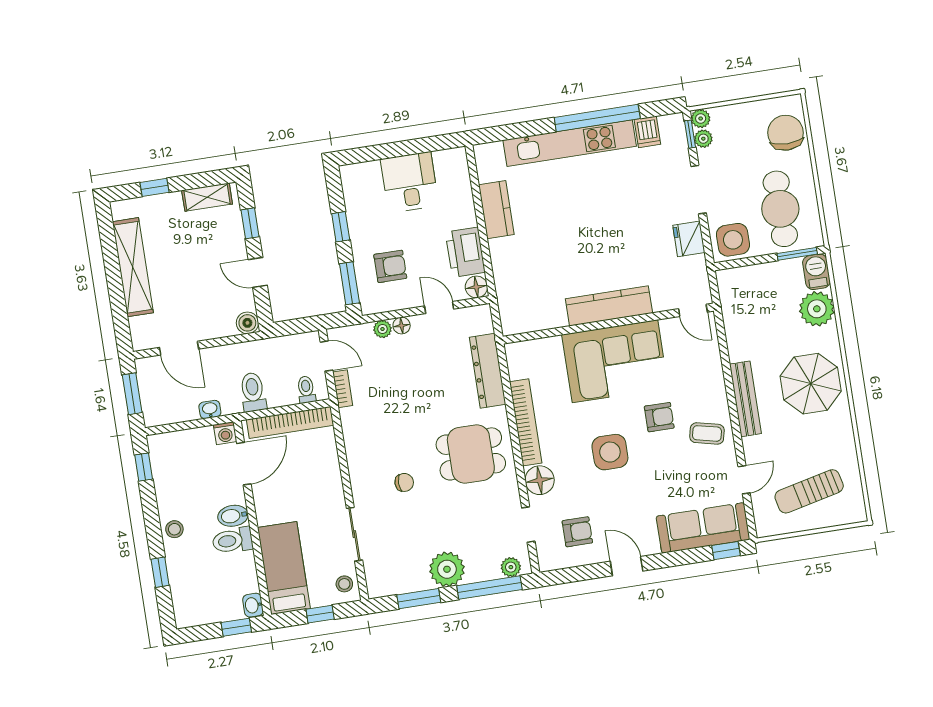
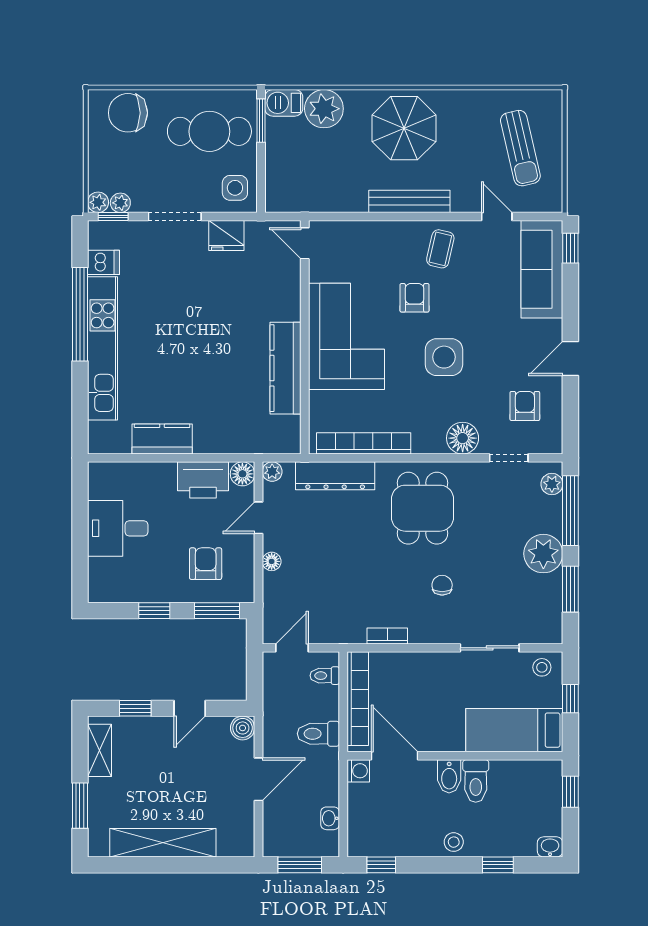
window: (154, 187) -> (80, 806), width x1.50
side table: (733, 240) -> (235, 188), width x0.73, depth x0.73
kitchen counter: (609, 306) -> (285, 368), moved
door: (693, 310) -> (305, 243), swing flipped
plant: (383, 329) -> (272, 472), moved
door: (179, 348) -> (258, 779), moved
bookcase: (343, 389) -> (387, 636), moved
washbasin: (210, 409) -> (330, 818), moved
bookcase: (526, 422) -> (364, 443), moved
washbasin: (253, 605) -> (550, 847), moved, turned 180

